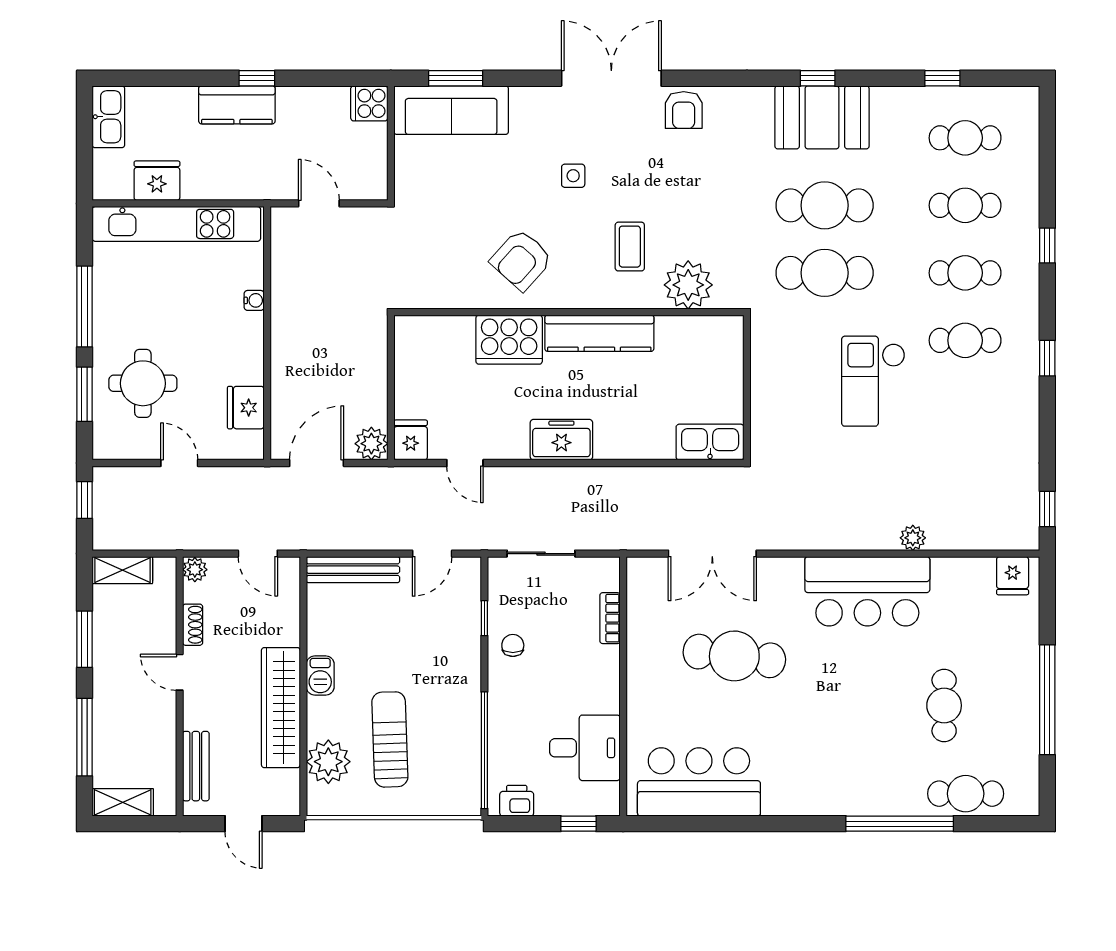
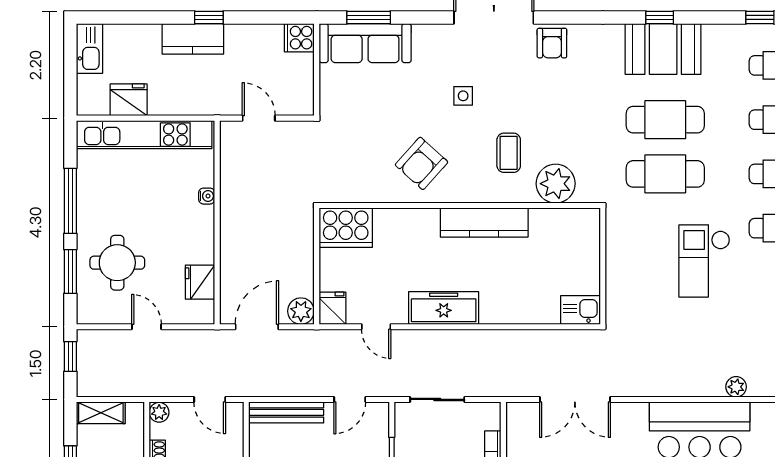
cooker: (509, 340) -> (346, 228), moved
freezer: (561, 440) -> (444, 308), width x1.40
kitchen sink: (710, 442) -> (581, 310), width x0.73

